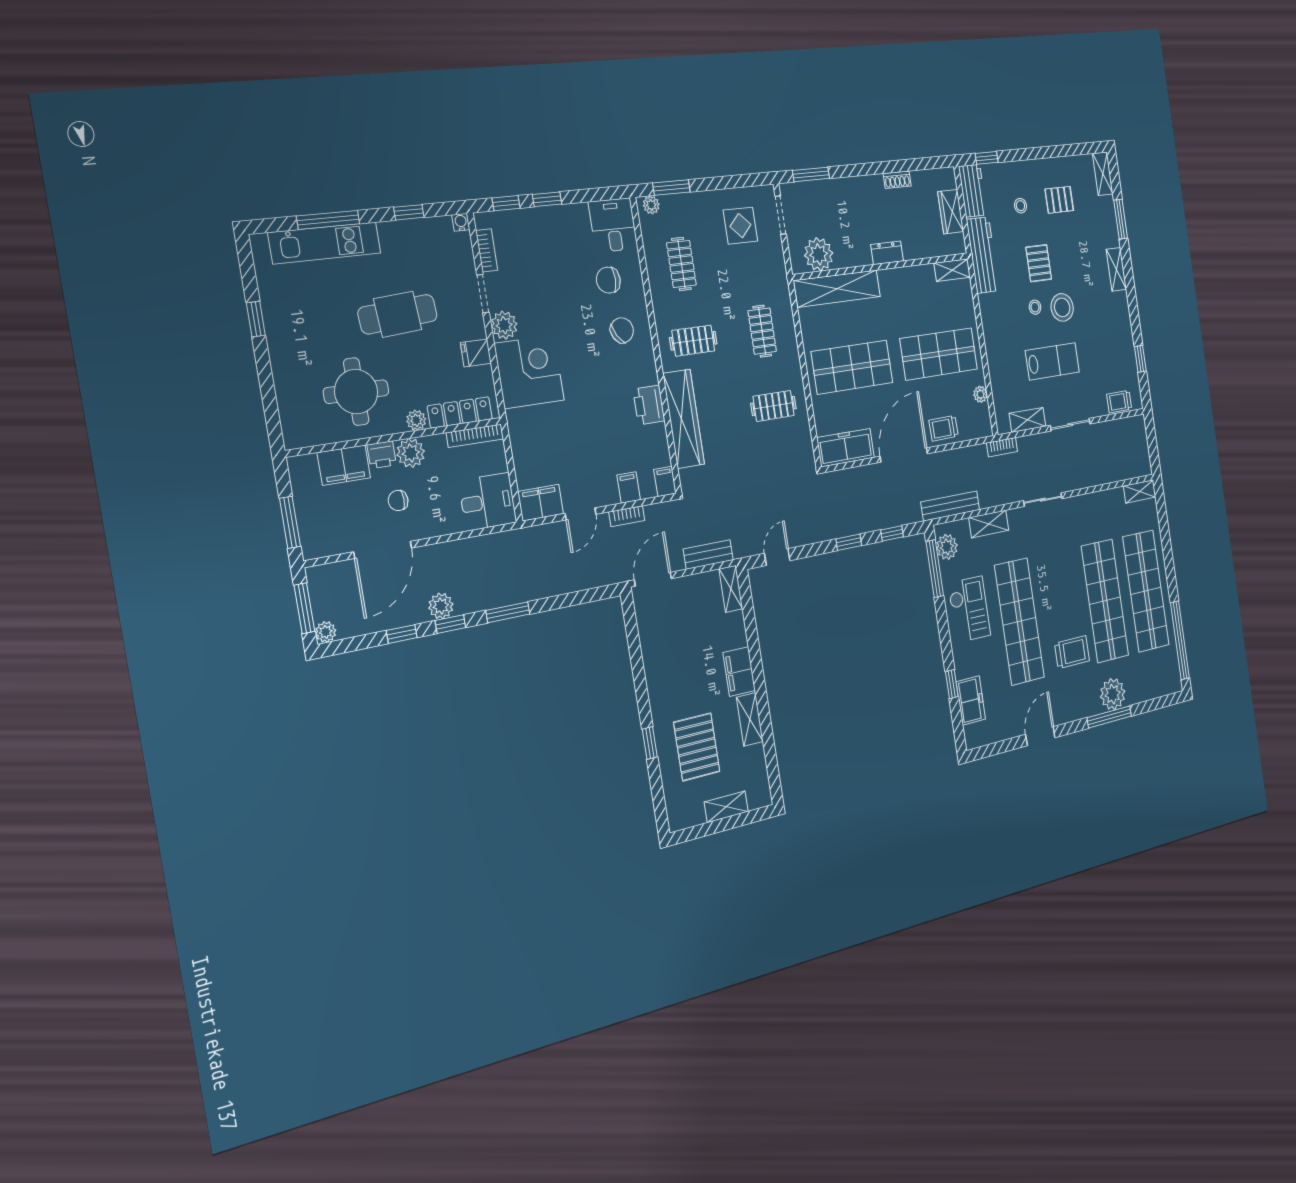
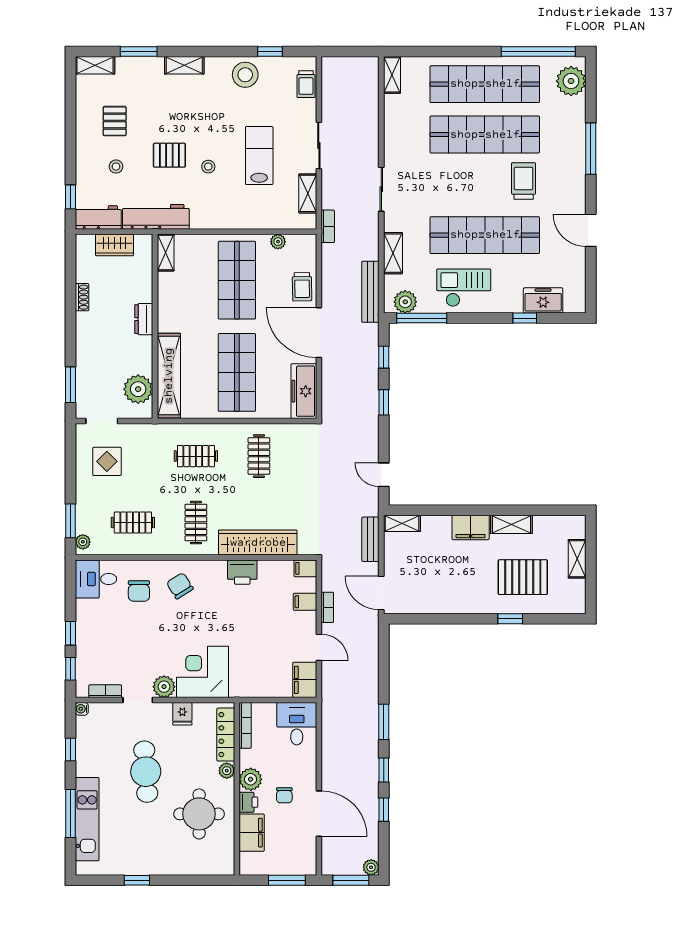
stool: (1062, 307) -> (245, 75), moved
plant: (441, 606) -> (369, 775), removed
plant: (1113, 694) -> (571, 81), moved

